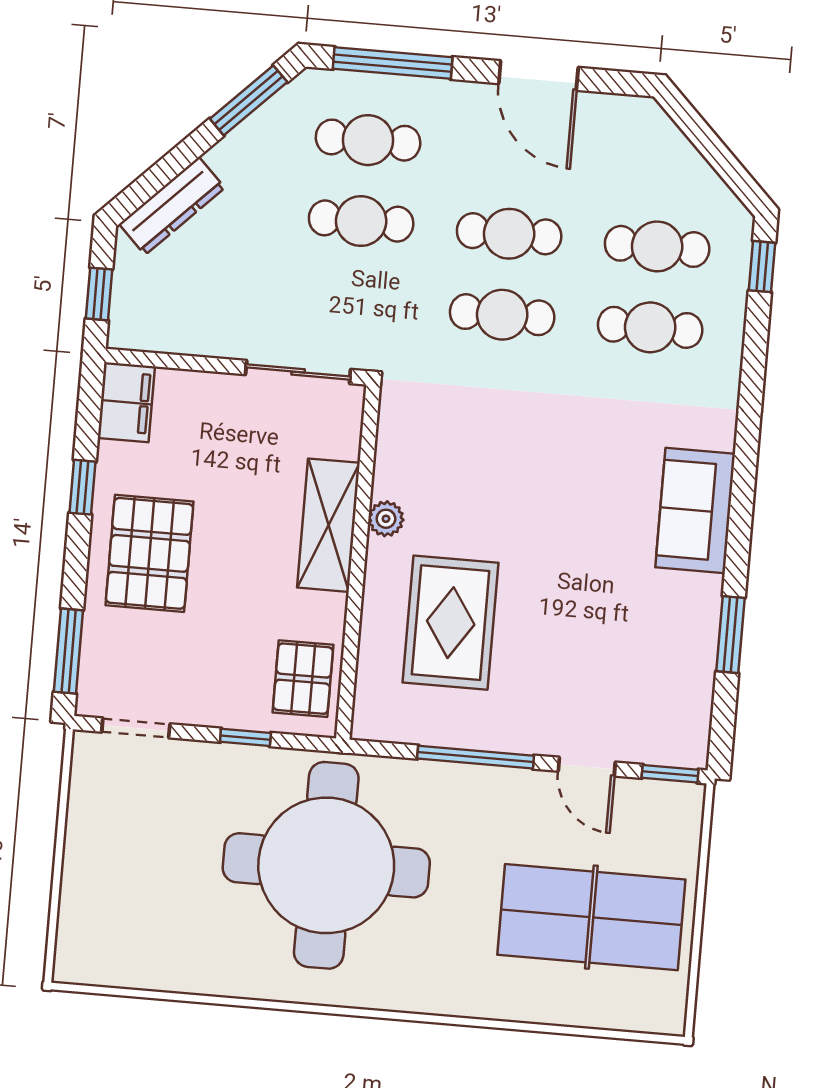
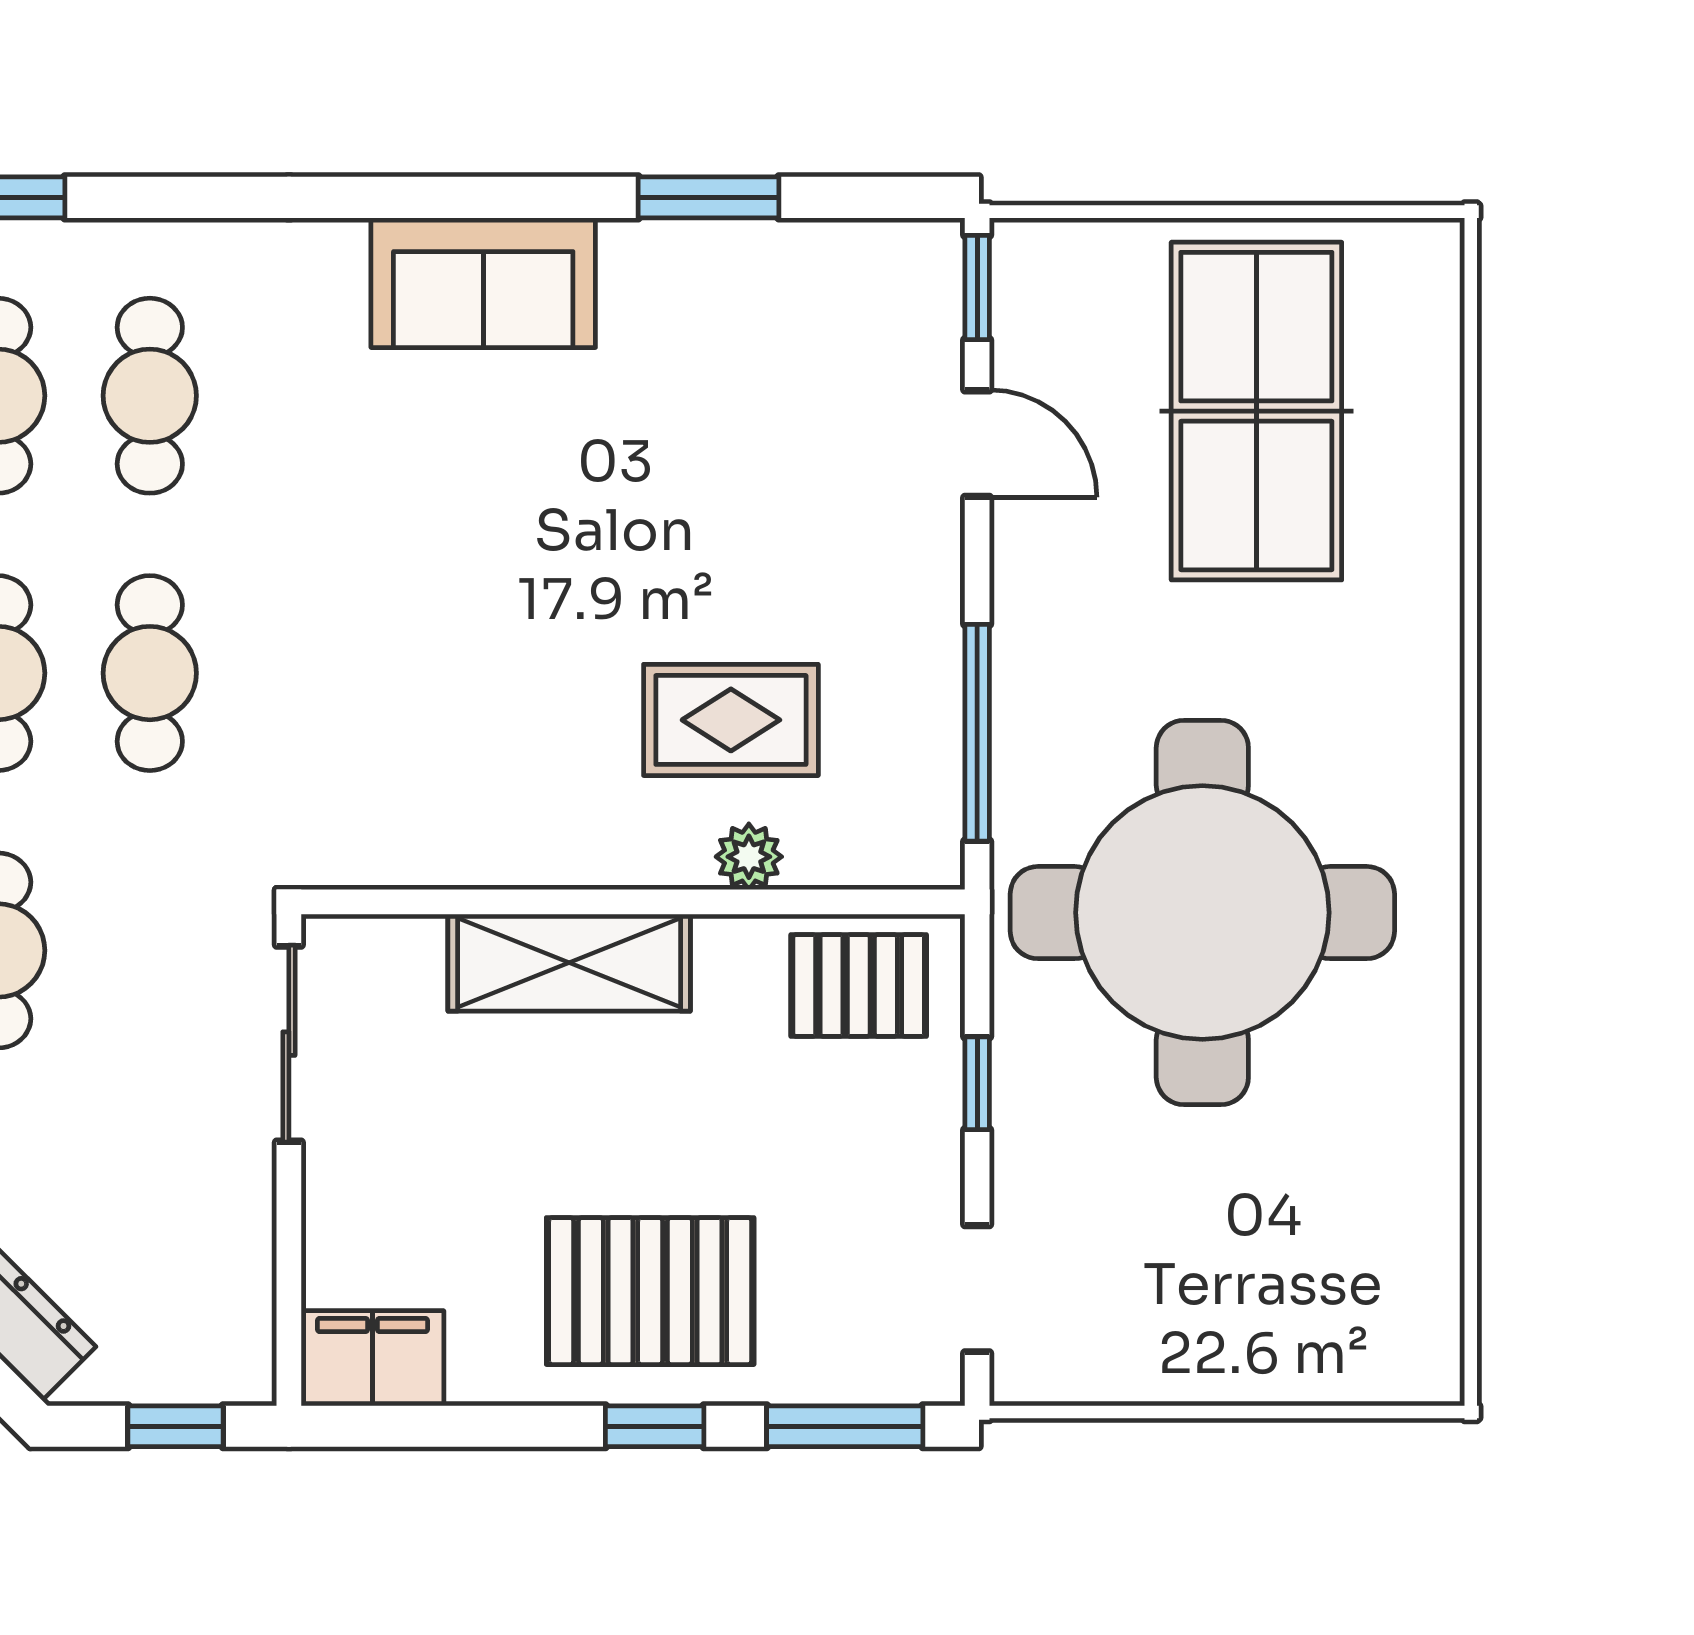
window: (83, 487) -> (655, 1426), moved
plant: (386, 519) -> (749, 857), moved
rug: (451, 623) -> (731, 720), width x0.73, depth x0.70
window: (476, 757) -> (977, 733), moved
door: (587, 767) -> (977, 444), hinge flipped

